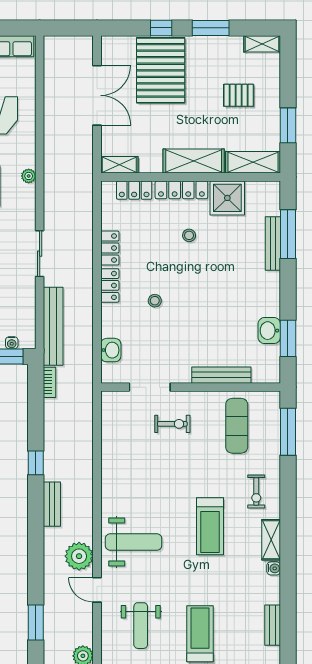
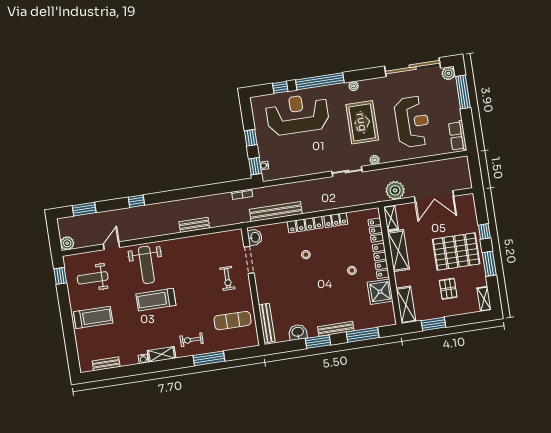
pallet: (161, 70) -> (456, 252), moved
shelving: (194, 161) -> (399, 251), moved
bench: (273, 244) -> (336, 329), moved
sliding door: (40, 254) -> (347, 171), moved
locker: (110, 285) -> (305, 225), width x1.53
bench: (53, 326) -> (276, 212), moved
window: (288, 338) -> (318, 342), moved
washbasin: (111, 350) -> (255, 237), moved, turned -90
bench: (221, 375) -> (267, 323), moved
window: (288, 432) -> (209, 358), moved
window: (36, 463) -> (136, 201), moved
bench: (52, 504) -> (194, 225), moved
treadmill: (210, 526) -> (156, 300), moved
plant: (79, 556) -> (395, 190), moved

